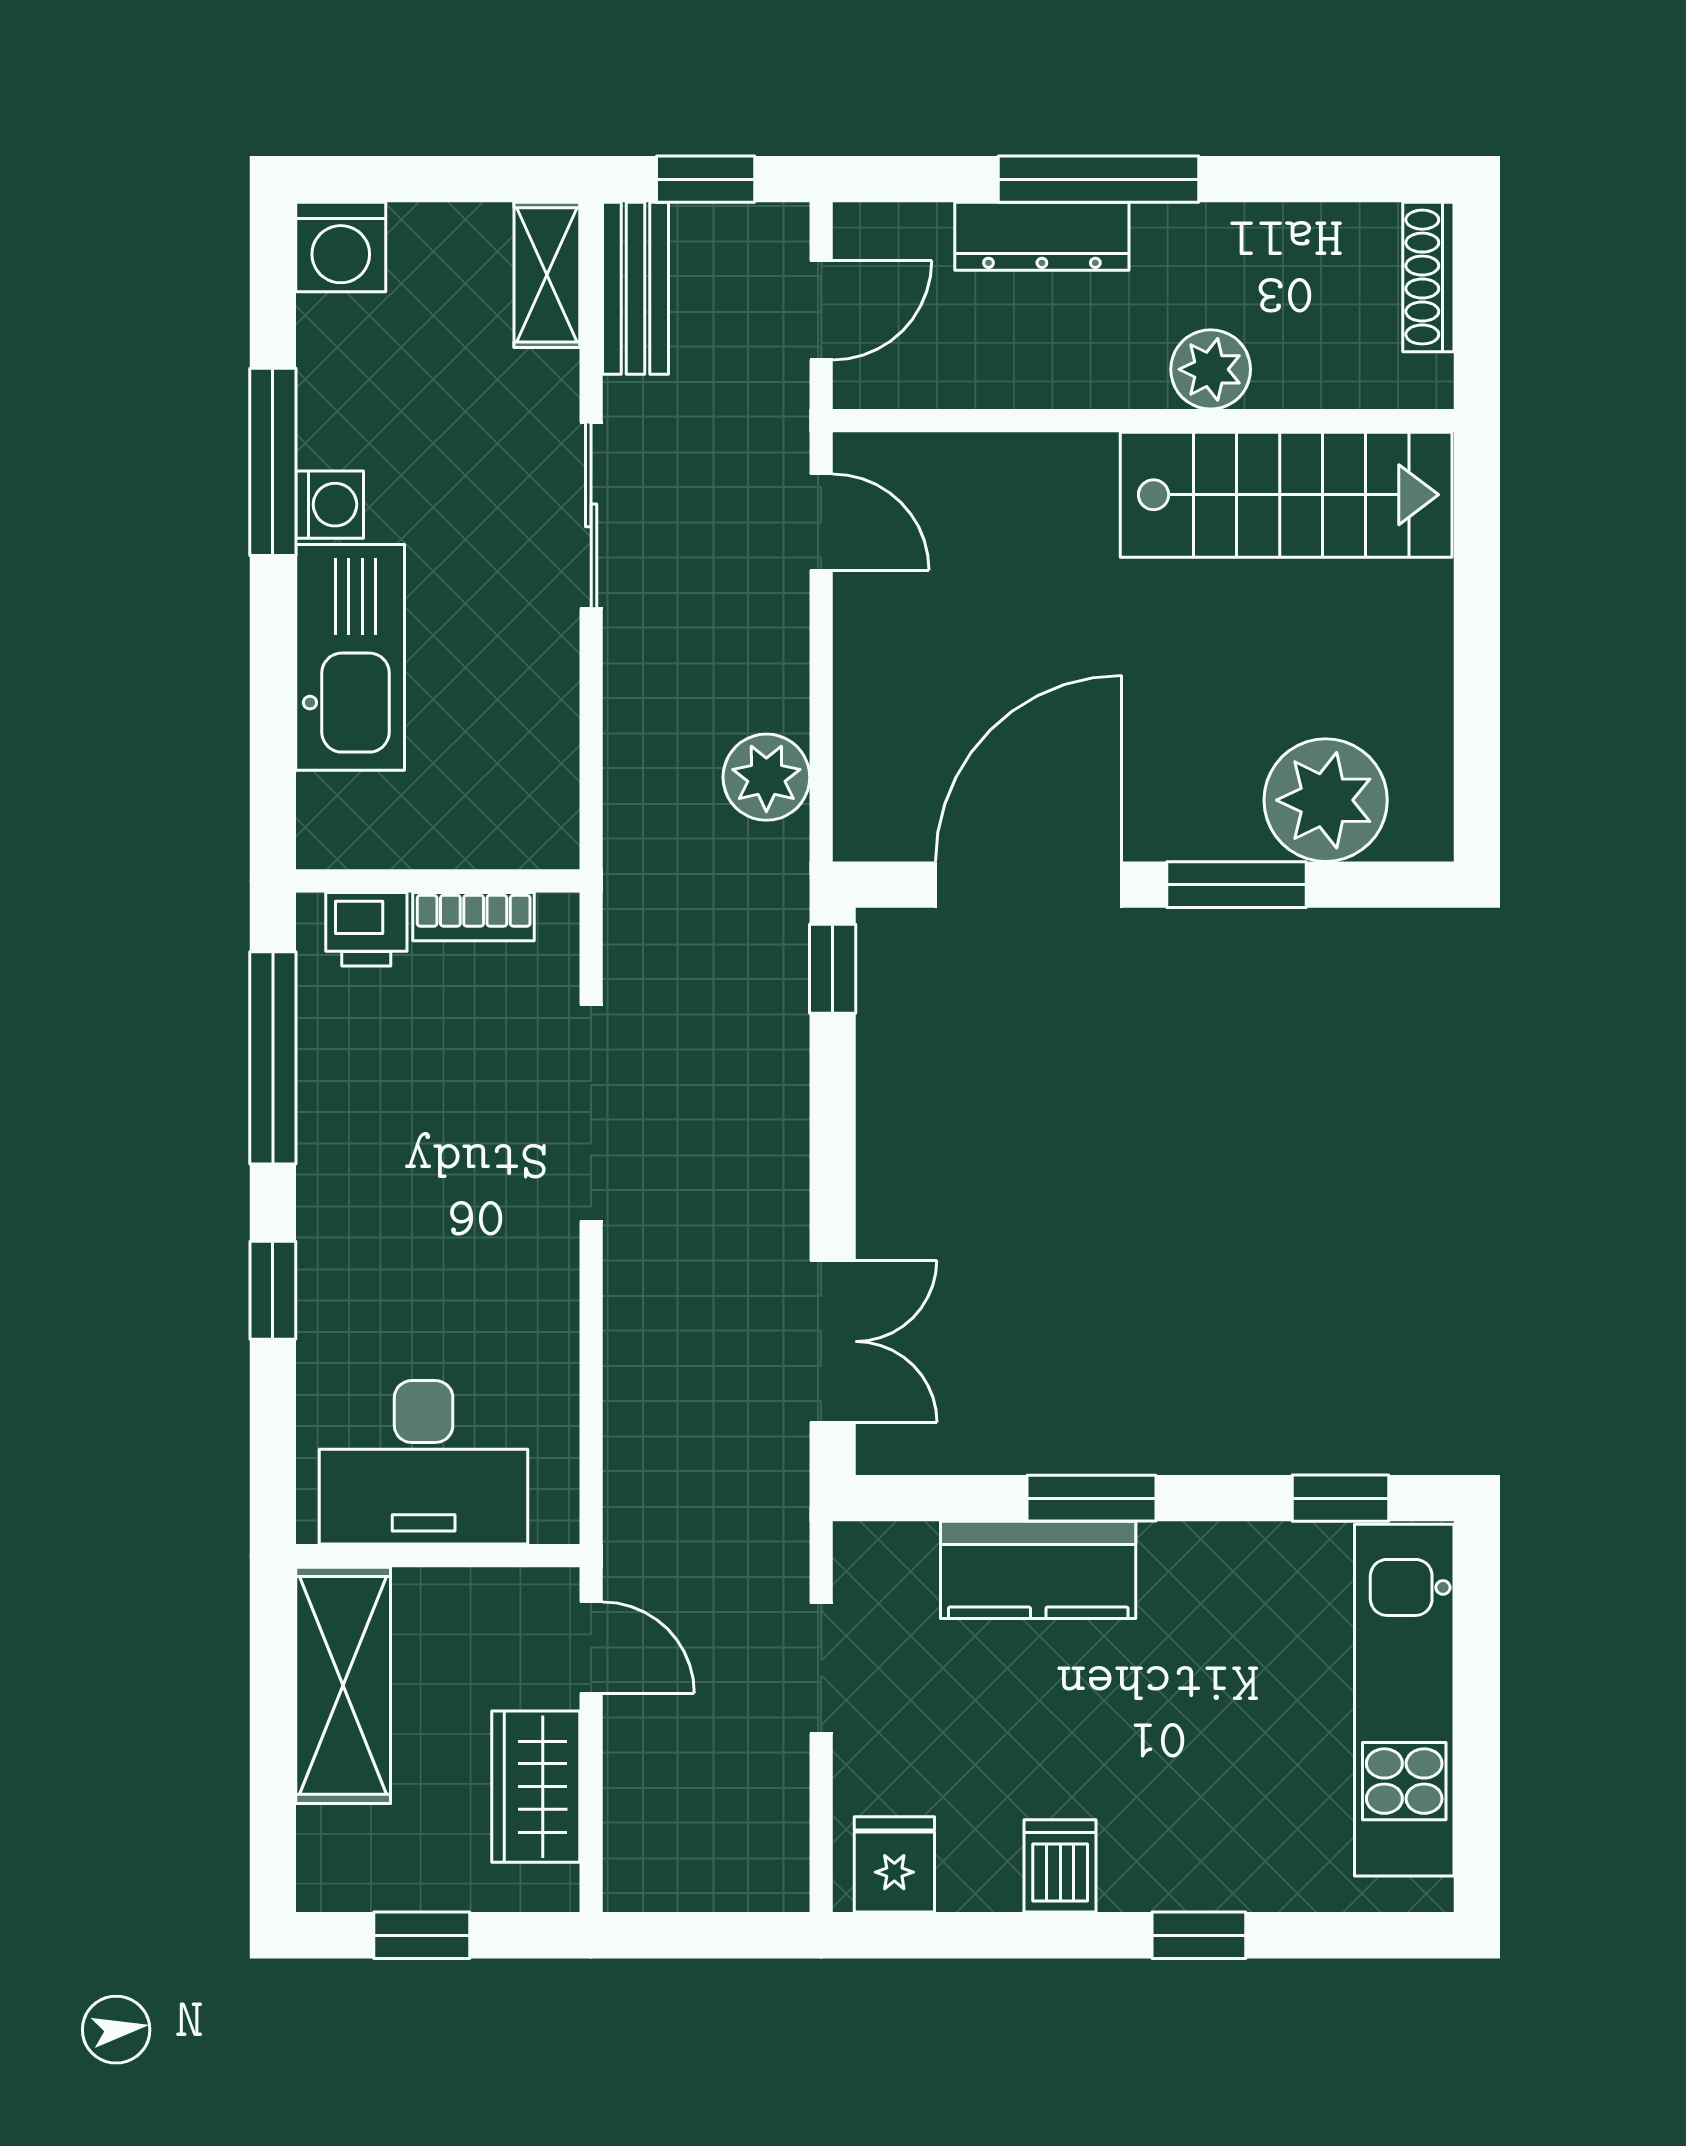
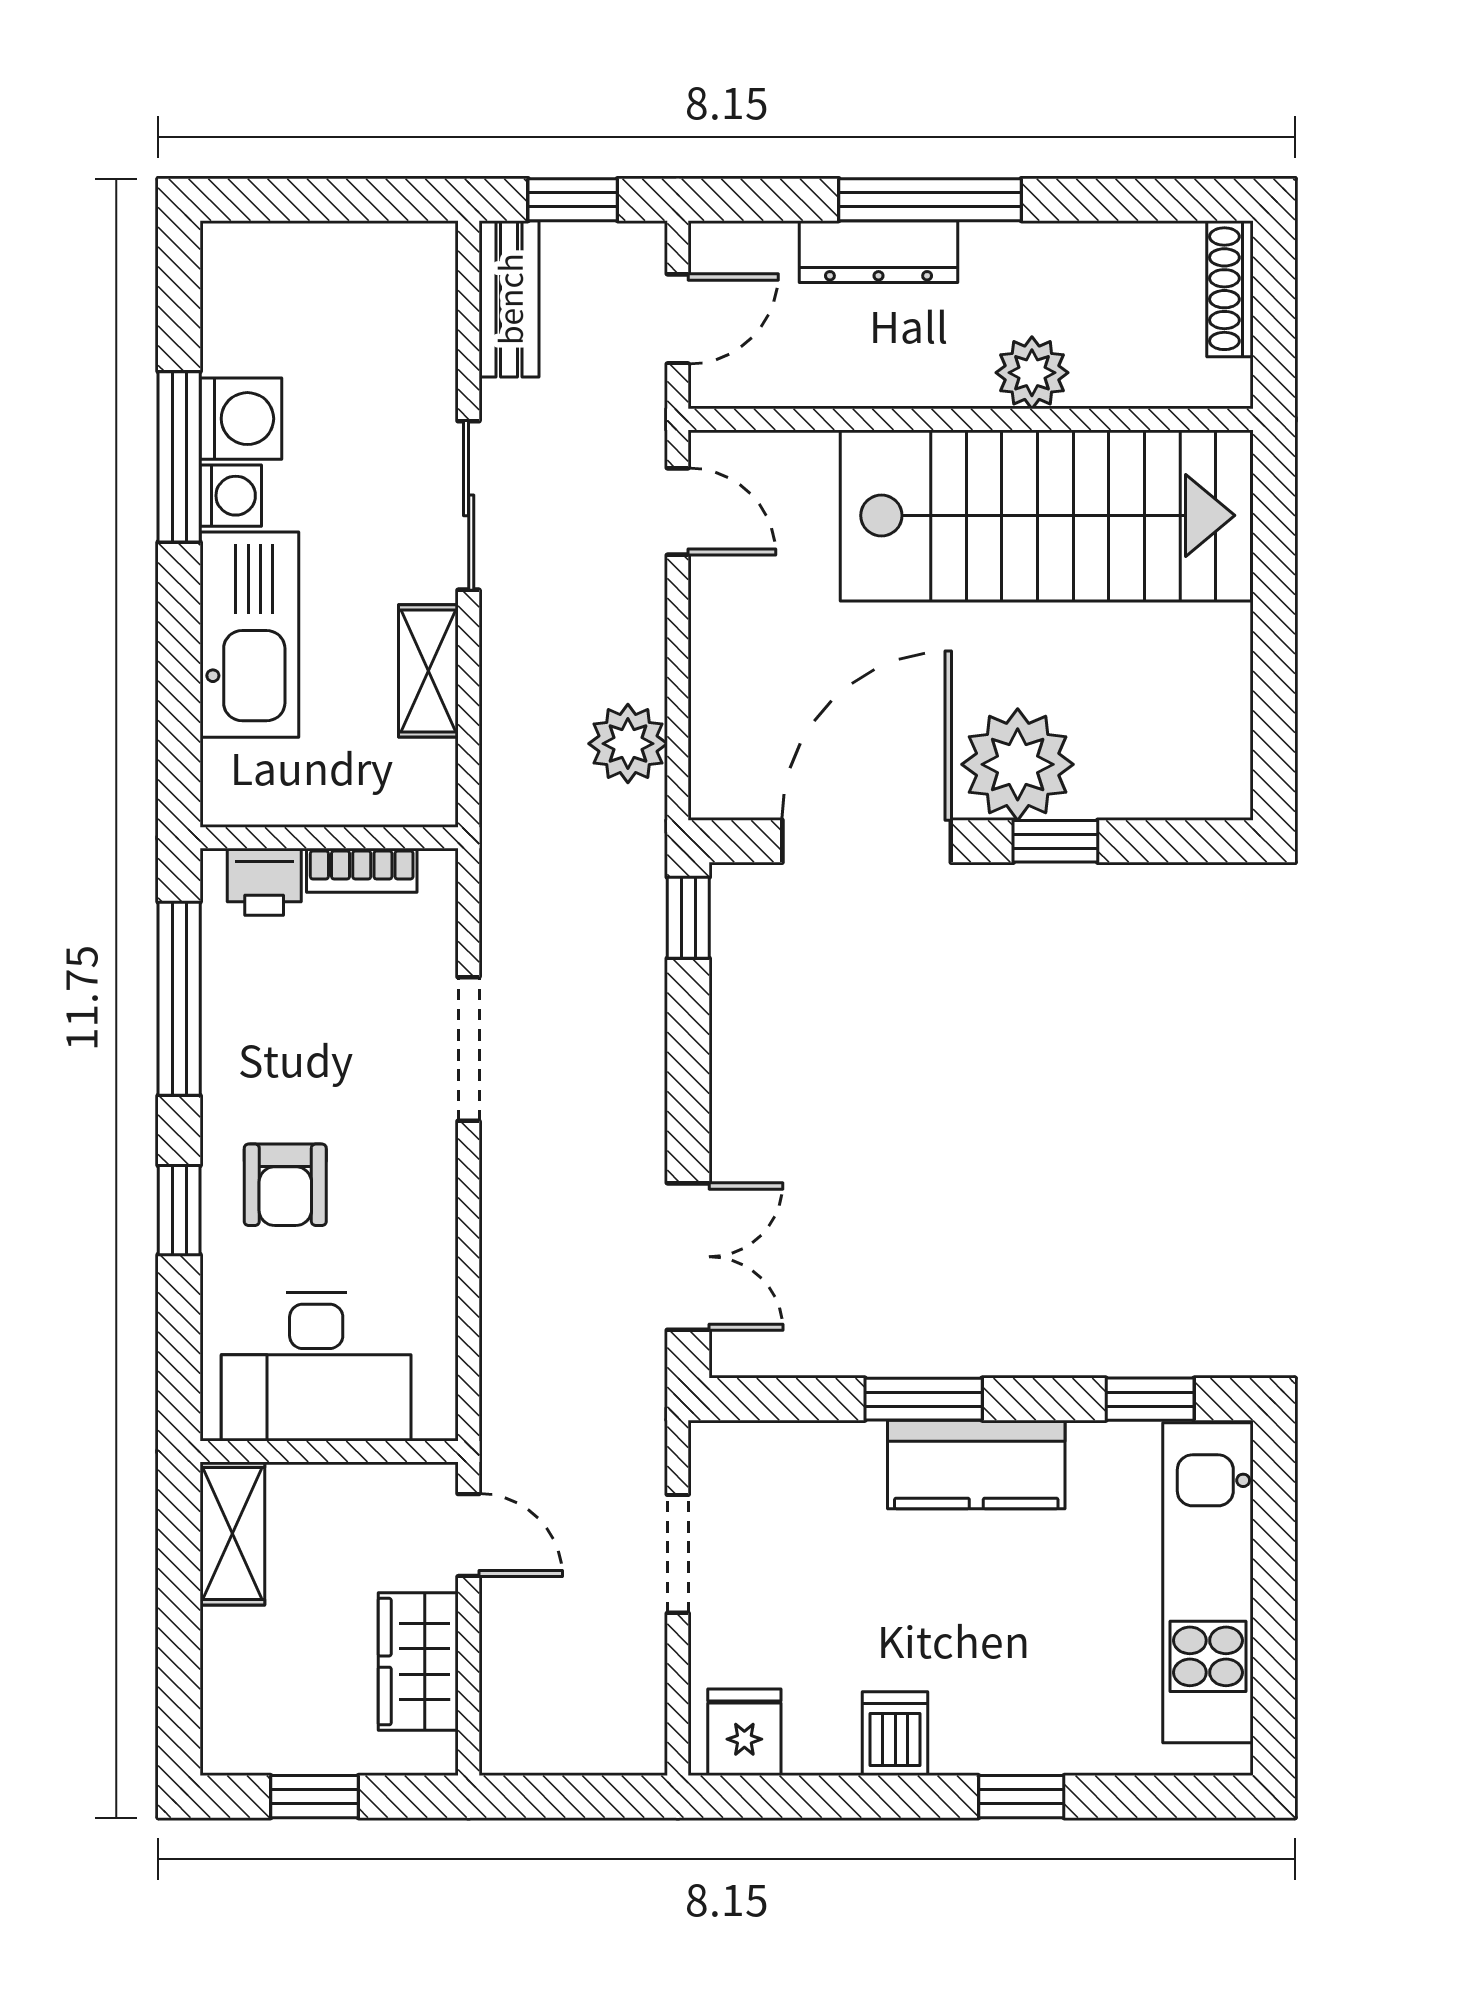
washing machine: (341, 247) -> (241, 419), moved, turned -90
shelving: (547, 275) -> (428, 671), moved
stairs: (1286, 495) -> (1046, 515), width x1.36, depth x1.51
plant: (1326, 800) -> (1018, 764), moved
window: (1236, 885) -> (1055, 841), width x0.67
doorway: (591, 1113) -> (469, 1049), width x0.73
armchair: (390, 1262) -> (285, 1185), added
kitchen counter: (1038, 1570) -> (976, 1464), moved
shelving: (343, 1685) -> (232, 1534), width x0.67, depth x0.75

